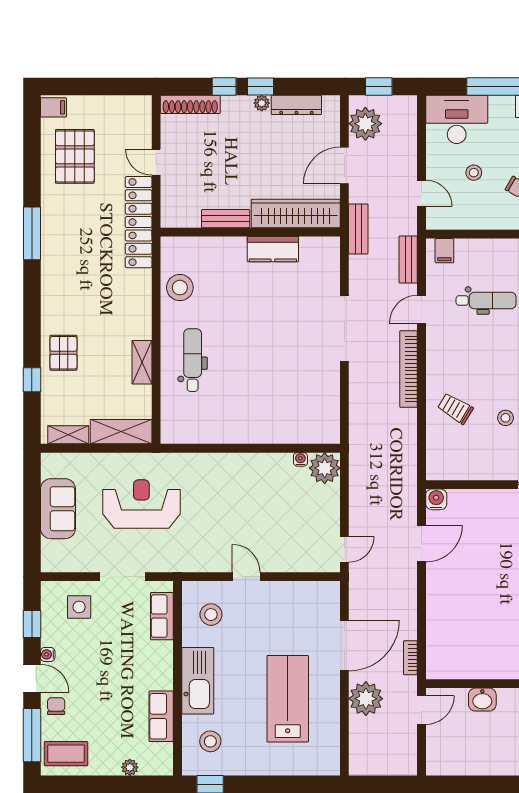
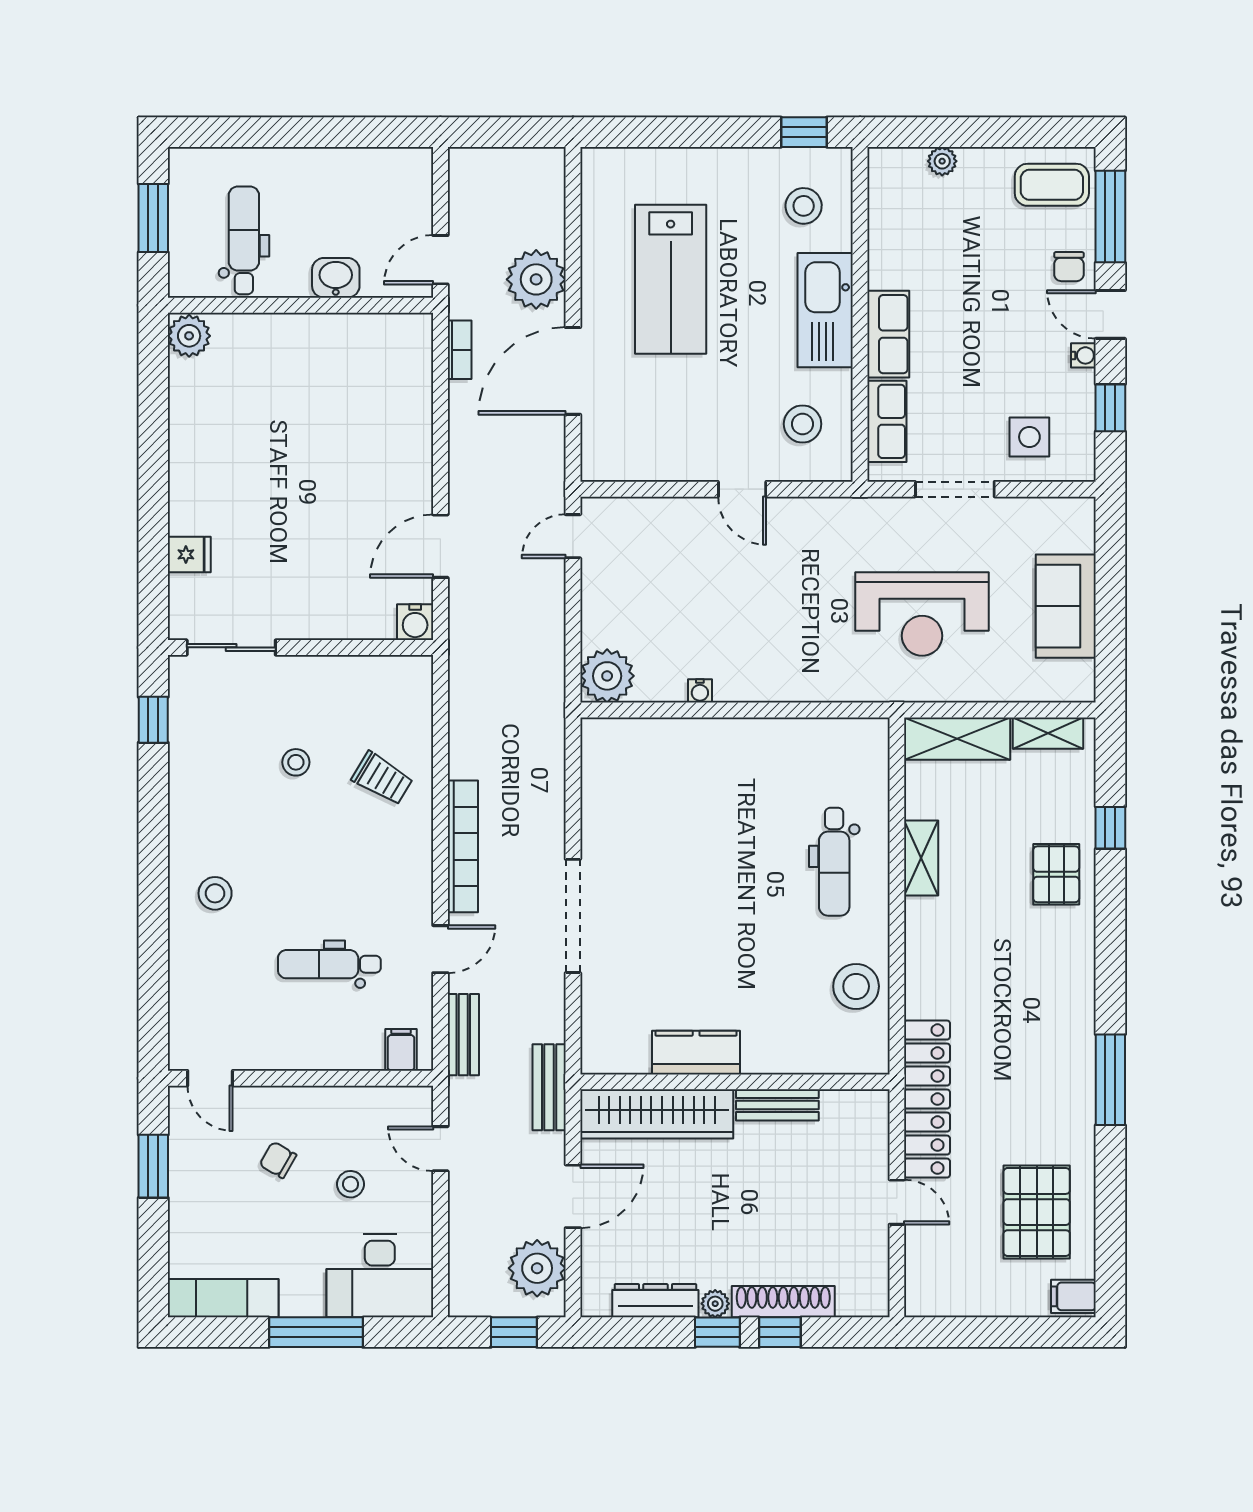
shoe rack: (190, 104) -> (783, 1302), moved
water cooler: (300, 459) -> (700, 691), moved
row of seats: (161, 716) -> (888, 334), moved

